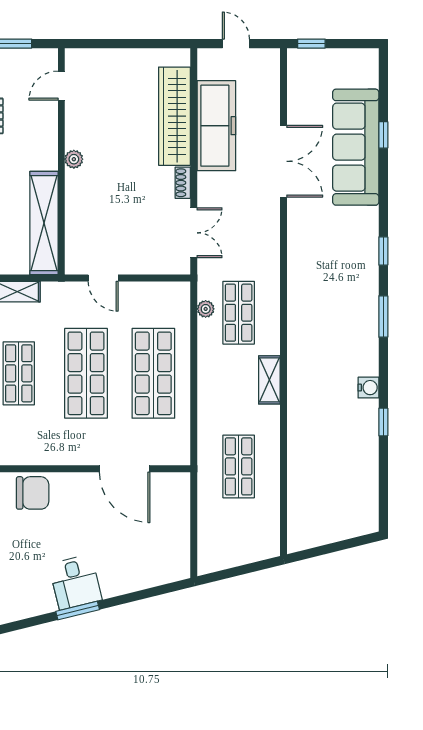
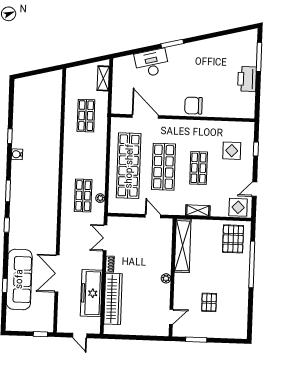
shop shelf: (153, 373) -> (129, 166), width x1.40
shelving: (269, 380) -> (103, 78), moved
desk: (75, 582) -> (152, 63), moved, width x1.37

